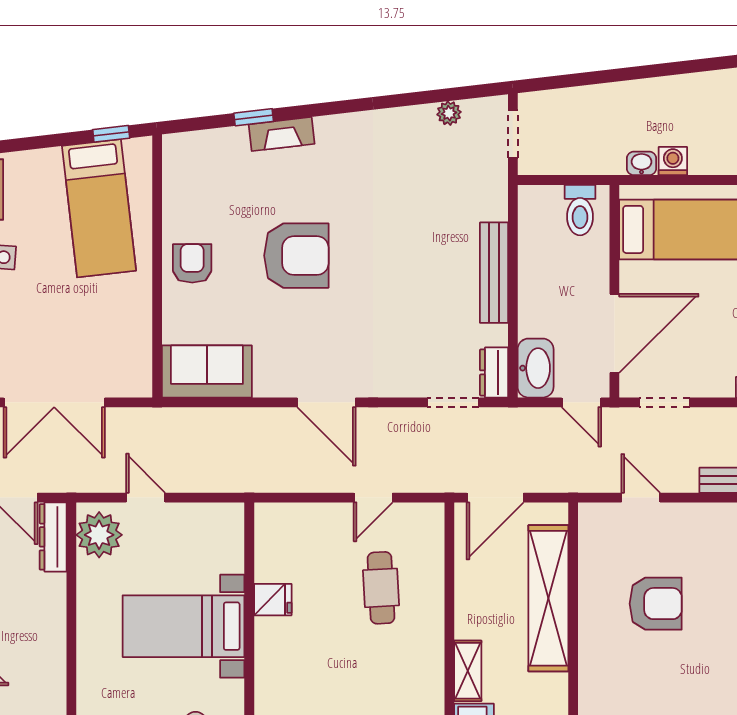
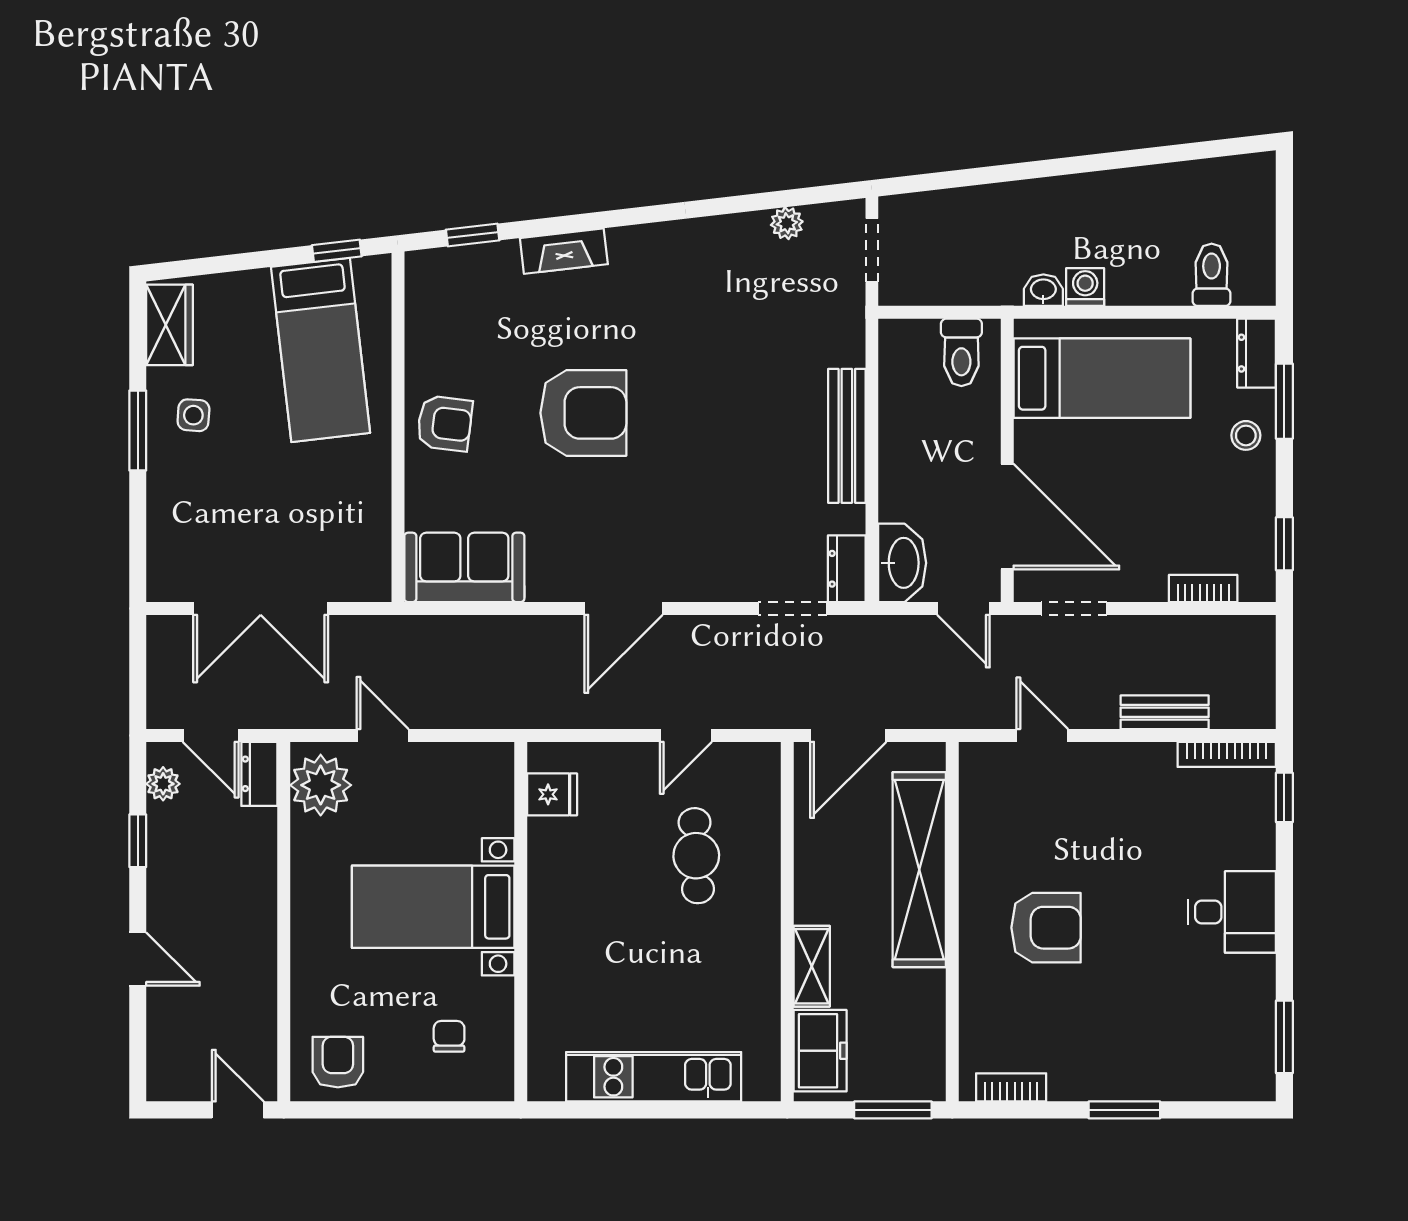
window: (254, 117) -> (473, 235), moved
armchair: (192, 263) -> (445, 423), turned 97
door: (614, 333) -> (1007, 517), hinge flipped
door: (326, 402) -> (623, 608), hinge flipped
dresser: (53, 537) -> (259, 774), width x0.70
fridge: (273, 600) -> (552, 794), moved
armchair: (656, 604) -> (1046, 928), moved

